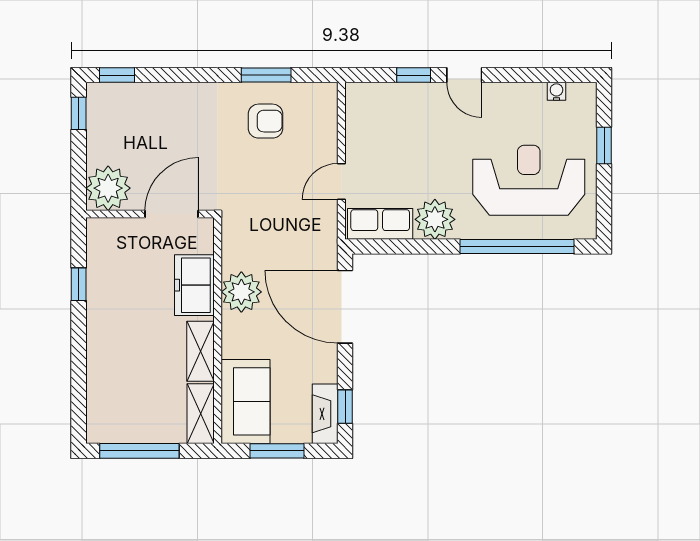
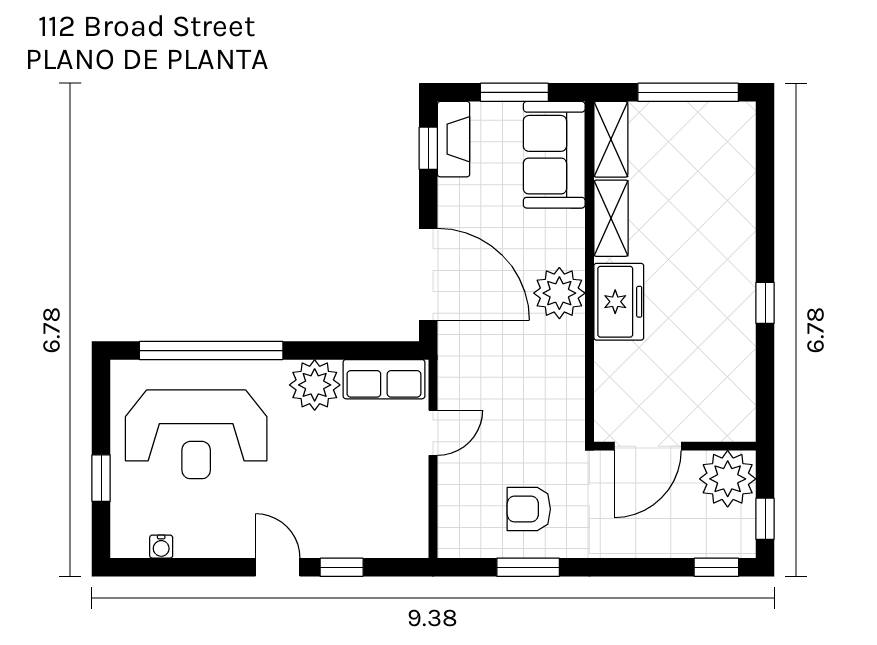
plant: (108, 188) -> (728, 479), moved
wall: (150, 214) -> (675, 446), moved
door: (172, 214) -> (648, 446), moved

